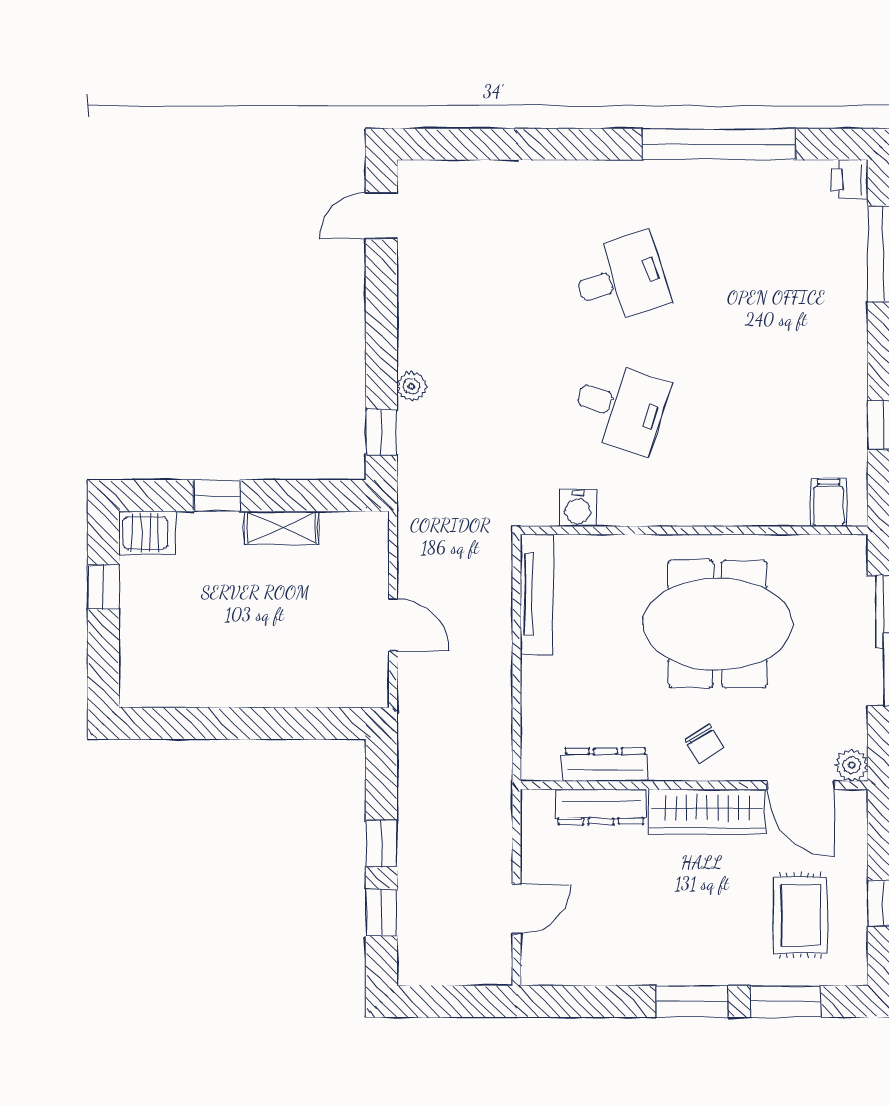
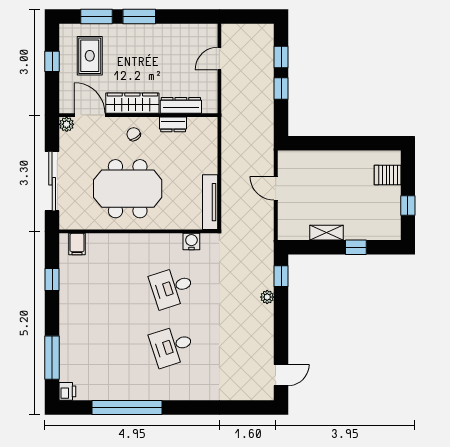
desk: (621, 407) -> (172, 288), turned -36
server rack: (148, 533) -> (388, 175), moved
dresser: (605, 765) -> (173, 124), width x0.70

